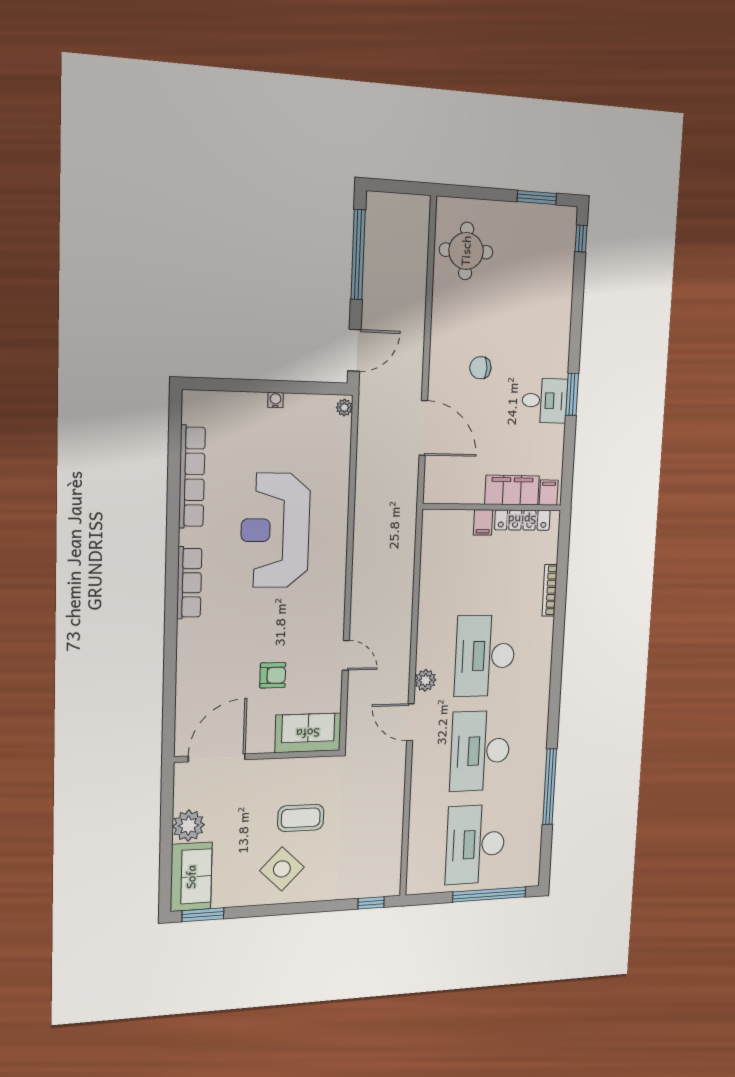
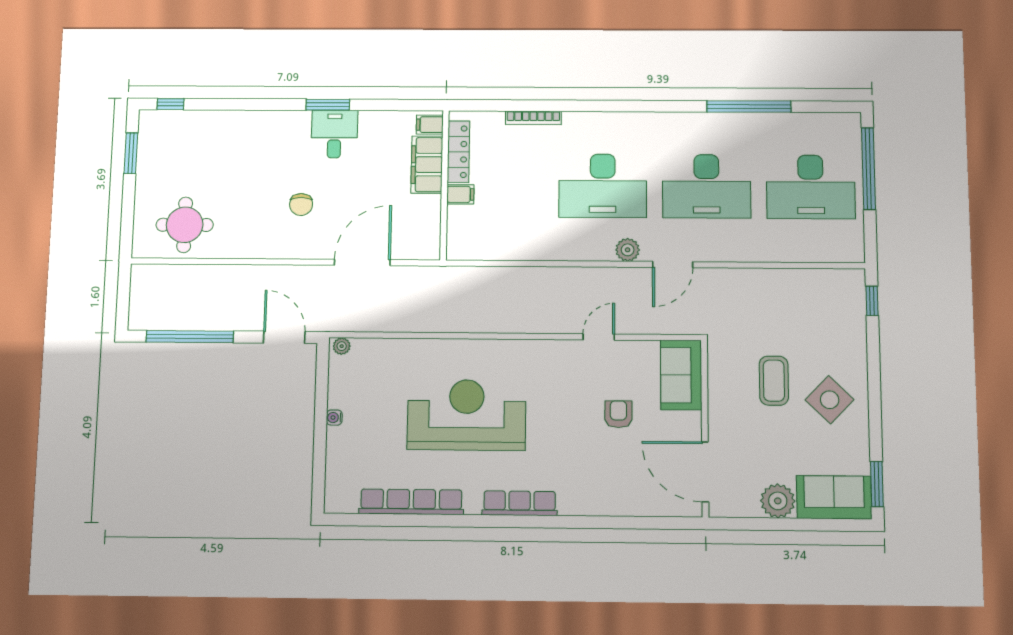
reception desk: (275, 530) -> (467, 415), turned 180

